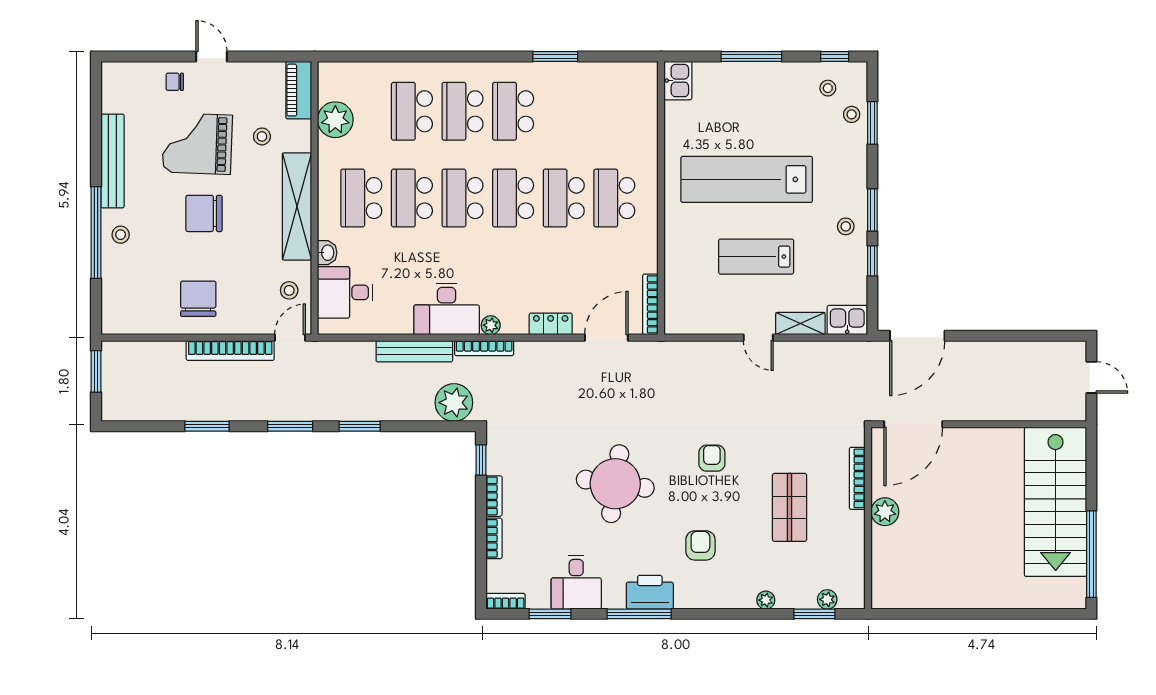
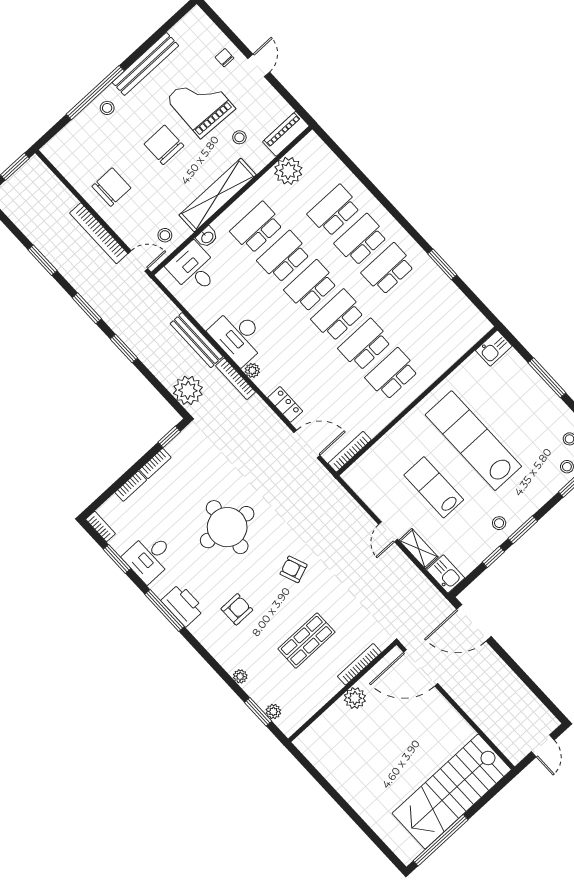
armchair: (712, 458) -> (293, 569), turned -111

